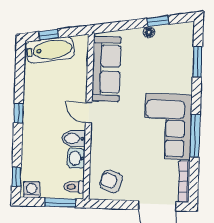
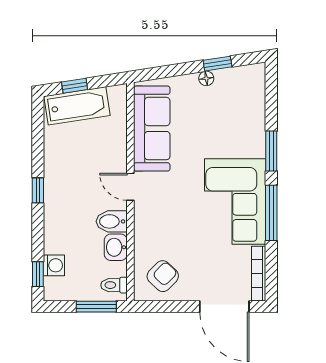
window: (197, 62) -> (271, 151), moved
armchair: (111, 181) -> (163, 276), turned 116
washing machine: (32, 190) -> (54, 265), moved, turned 90

